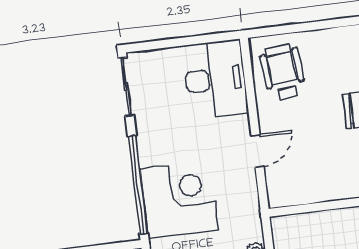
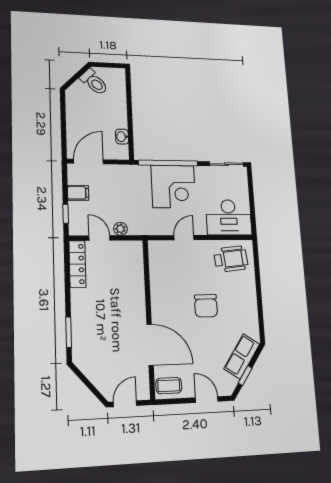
door: (257, 151) -> (184, 238), swing flipped
corner desk: (179, 199) -> (173, 187), moved

